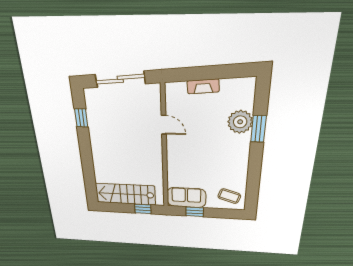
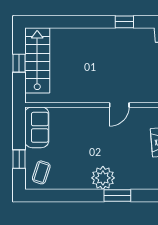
plant: (240, 122) -> (103, 178), moved
window: (143, 209) -> (19, 63), moved
window: (195, 212) -> (19, 159), moved

